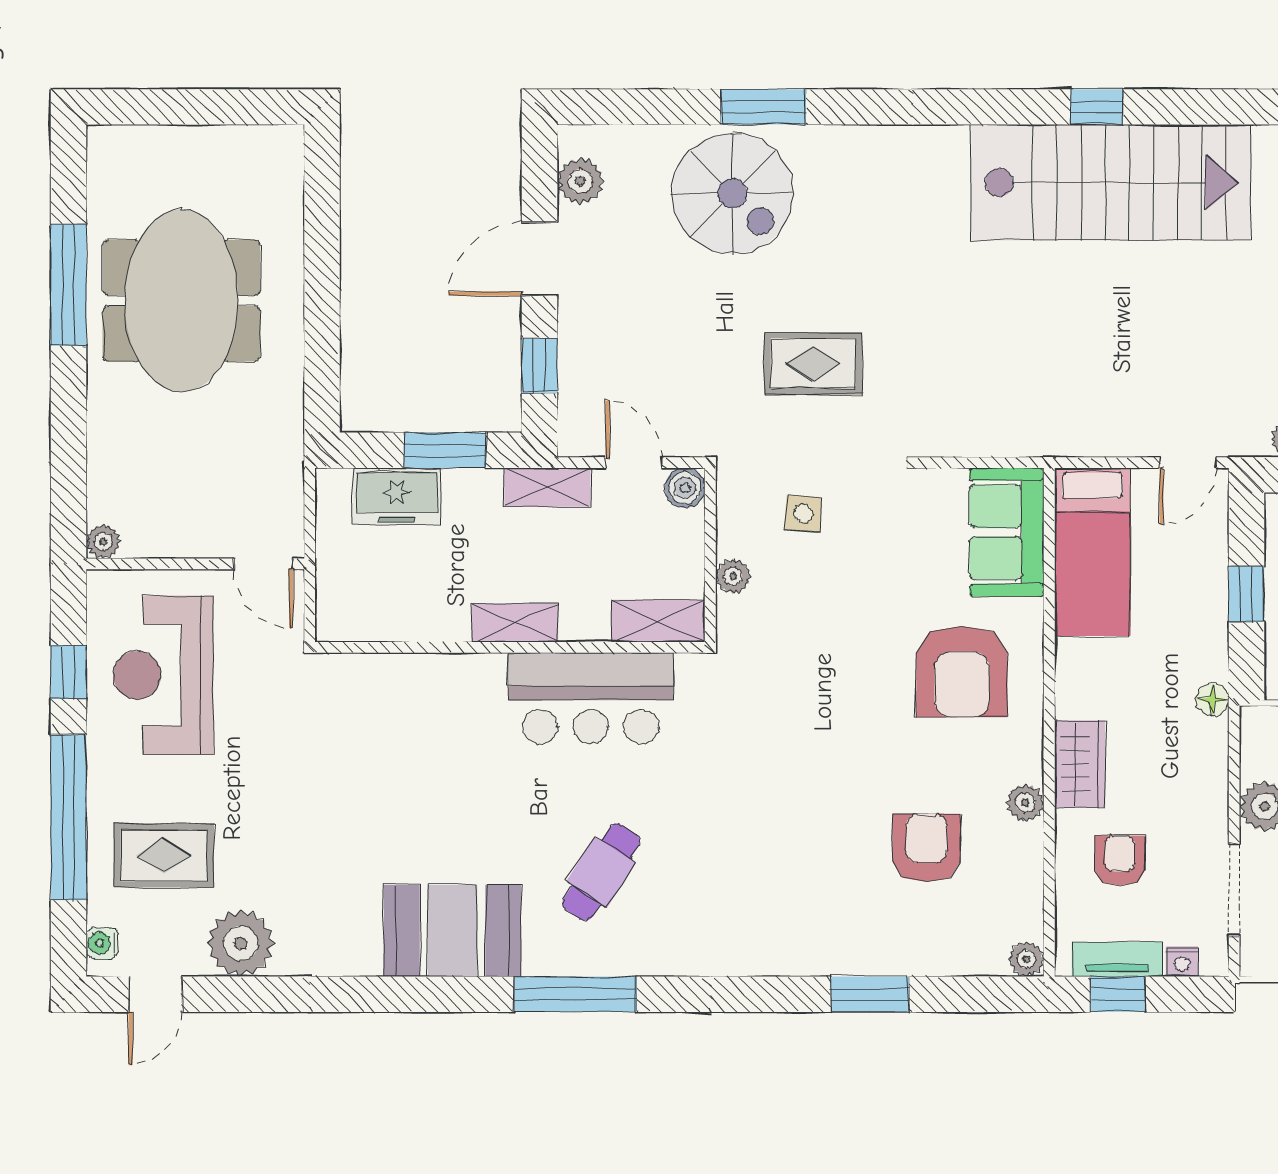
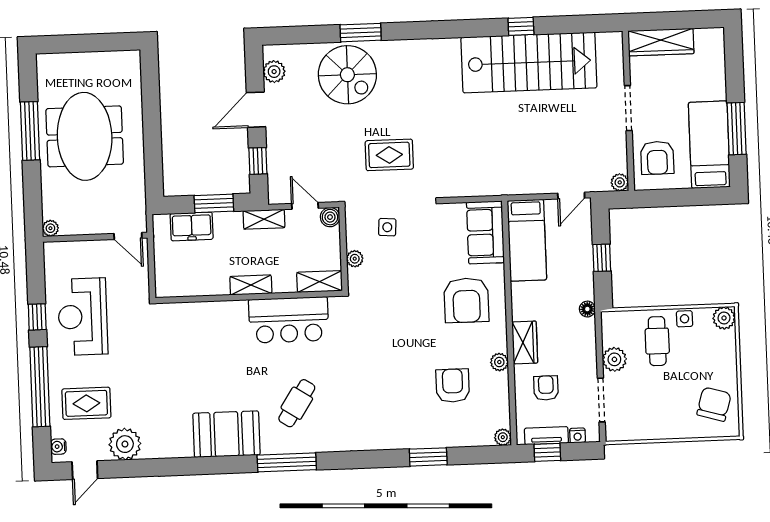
plant: (103, 542) -> (50, 228), moved
wall: (195, 564) -> (95, 237), moved
door: (264, 564) -> (128, 236), moved

